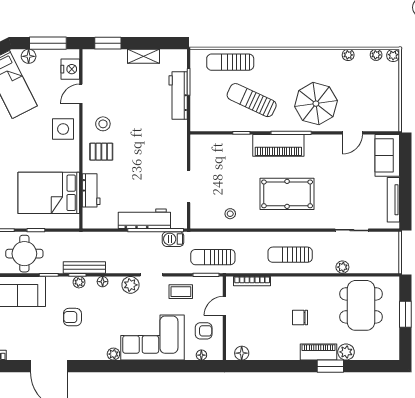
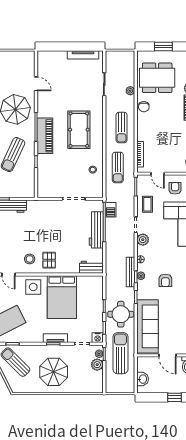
sofa: (387, 155) -> (52, 59), removed
workbench: (91, 190) -> (91, 267), moved
bed: (49, 193) -> (62, 297), moved
sun lounger: (213, 257) -> (118, 167), moved
chair: (300, 318) -> (144, 107), moved

